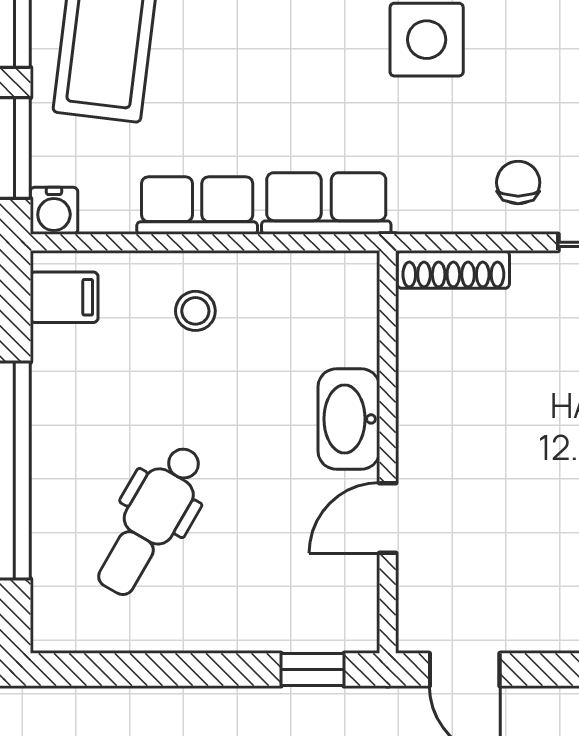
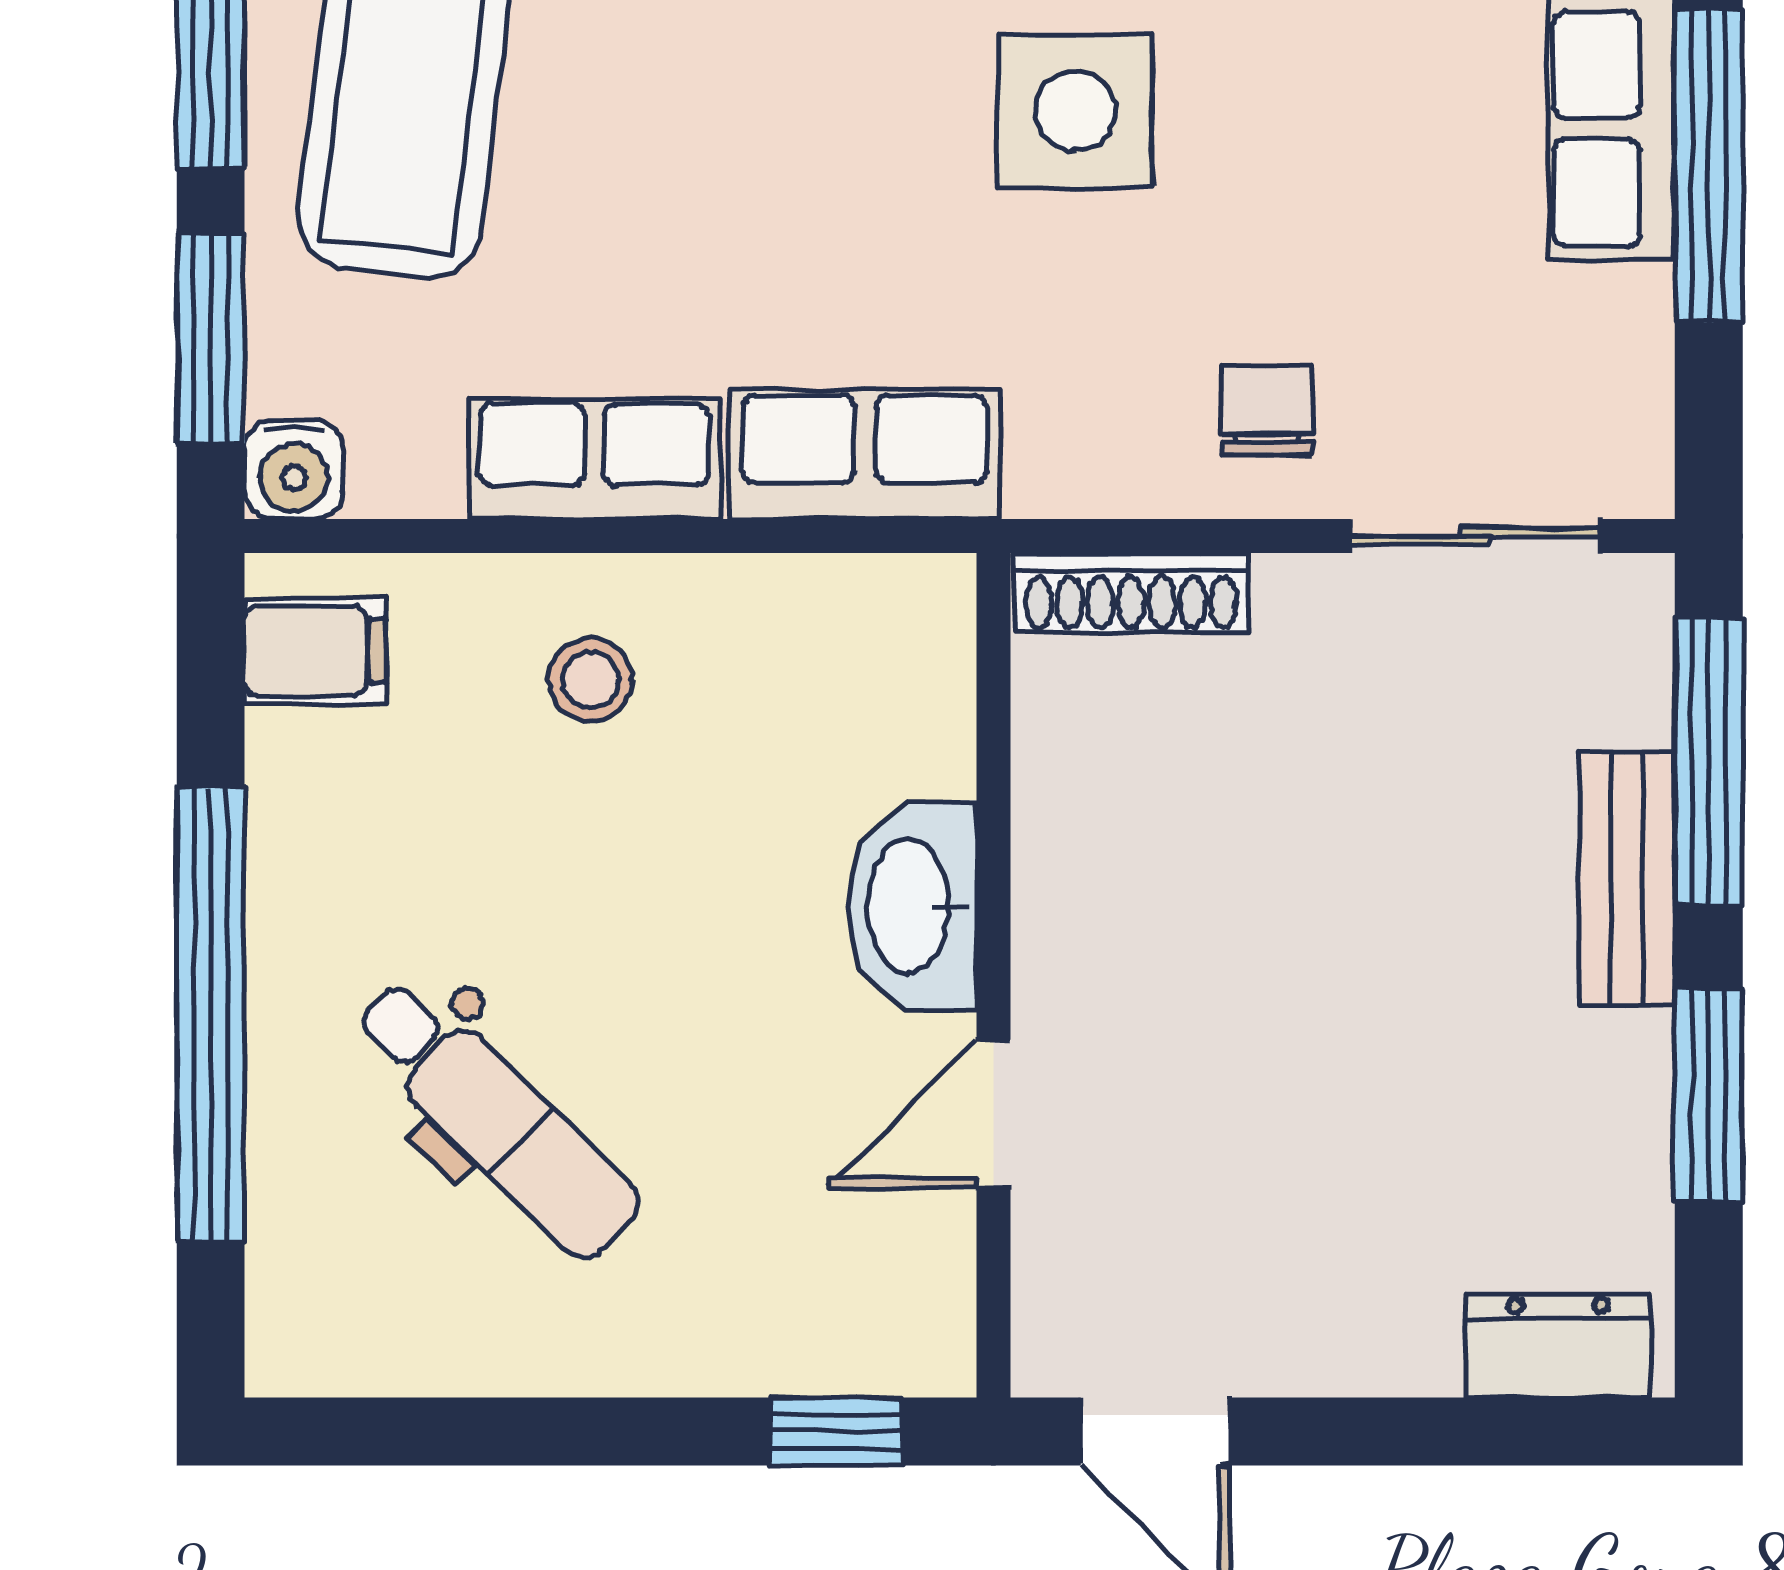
dental chair: (151, 520) -> (497, 1118), turned -76

